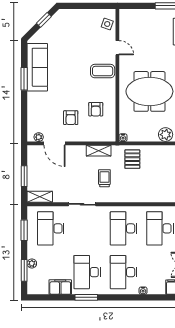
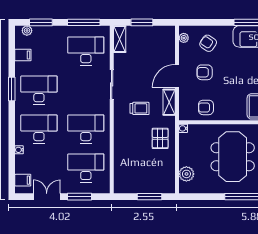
armchair: (96, 109) -> (206, 107), moved
armchair: (44, 114) -> (208, 43), added
door: (55, 143) -> (177, 76), moved
pallet: (132, 159) -> (160, 138), turned 90
window: (24, 230) -> (84, 22), width x1.44
plant: (32, 263) -> (27, 31), moved
filing cabinet: (60, 287) -> (23, 55), width x0.50

